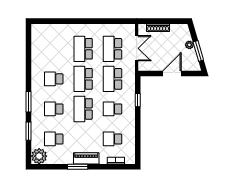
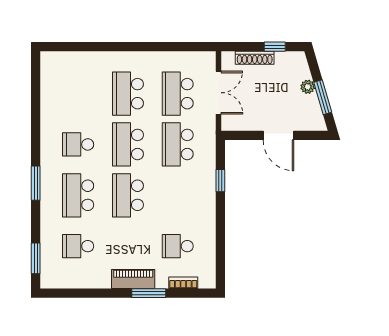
window: (170, 21) -> (275, 47), added
door: (172, 74) -> (278, 135), swing flipped
school desk: (54, 109) -> (78, 195), width x1.85
school desk: (113, 109) -> (178, 195), removed
window: (29, 131) -> (36, 258), moved
plant: (39, 156) -> (53, 275), removed
window: (78, 167) -> (149, 293), moved

